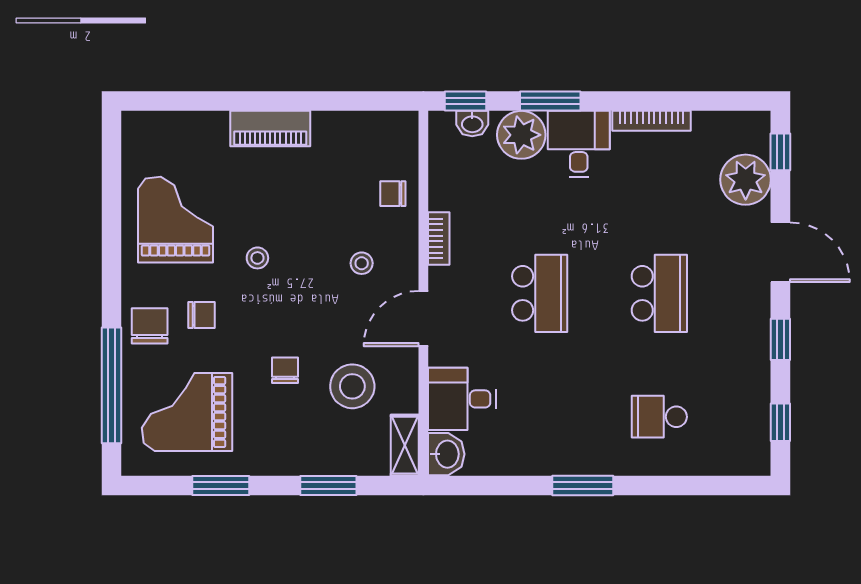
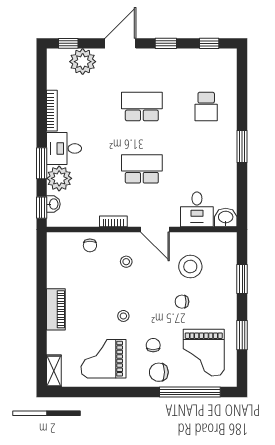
shelving: (405, 445) -> (54, 371), moved, turned 90

